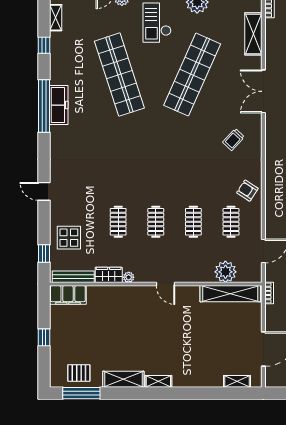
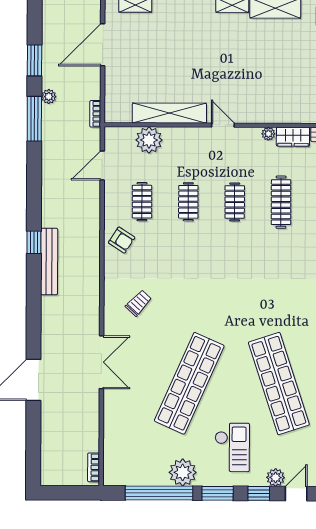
shelving: (253, 34) -> (114, 433), removed
clothes rail: (118, 222) -> (281, 202), width x1.36
shelving: (230, 294) -> (169, 113), moved

